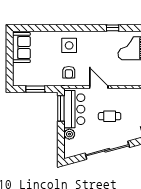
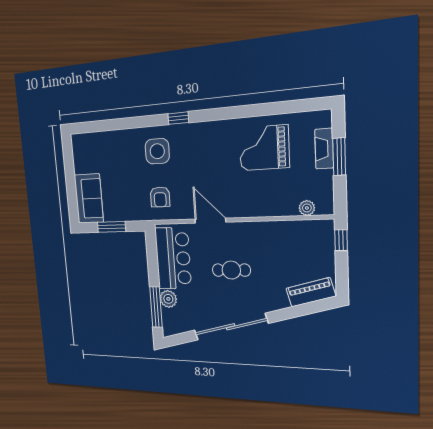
window: (113, 28) -> (178, 118), moved
sofa: (21, 48) -> (89, 199), moved
window: (61, 108) -> (156, 307), moved

